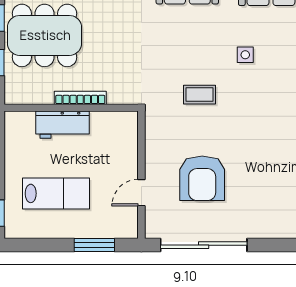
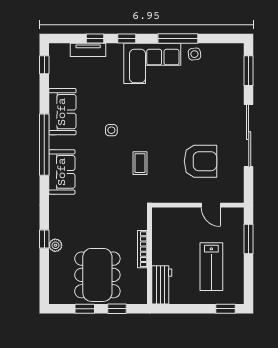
workbench: (62, 125) -> (162, 285), moved
lab bench: (56, 193) -> (211, 267), turned 180
sliding door: (204, 245) -> (249, 136), moved

